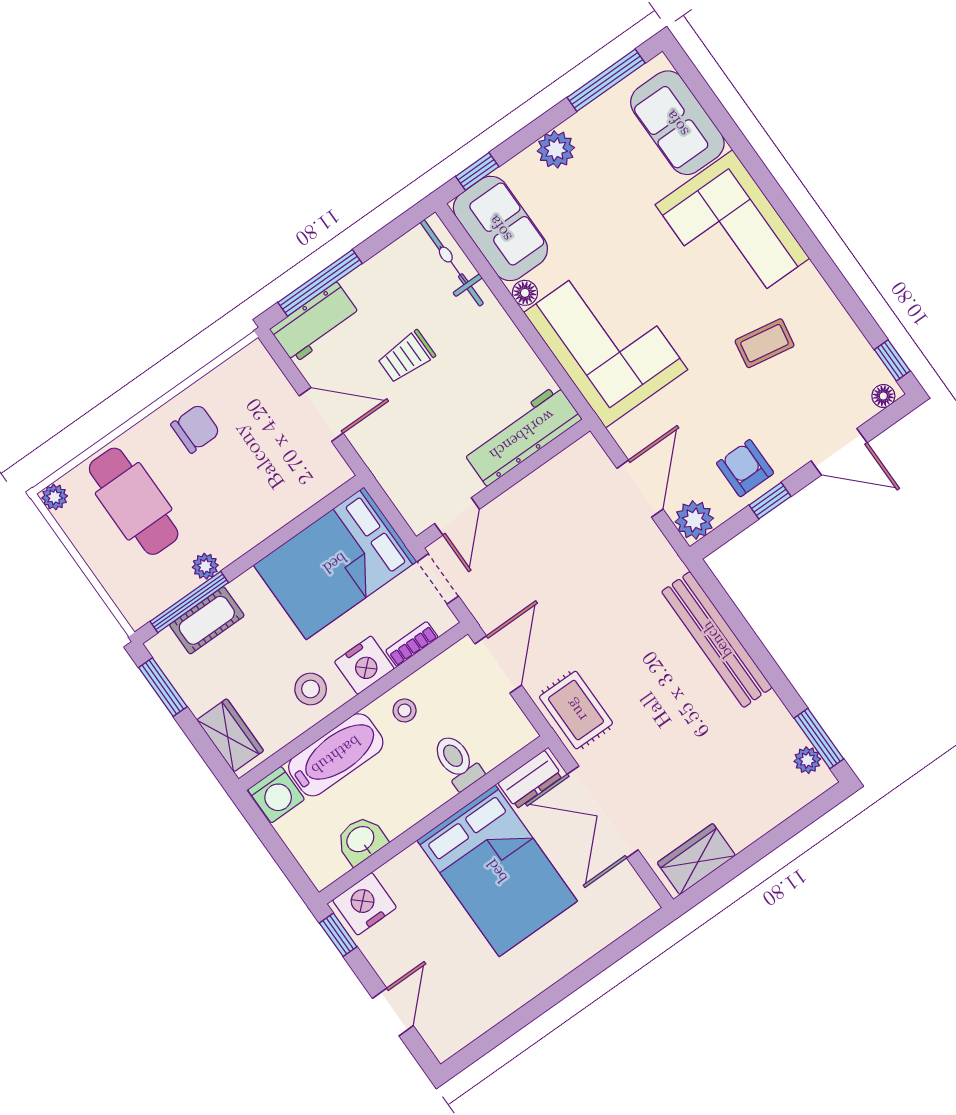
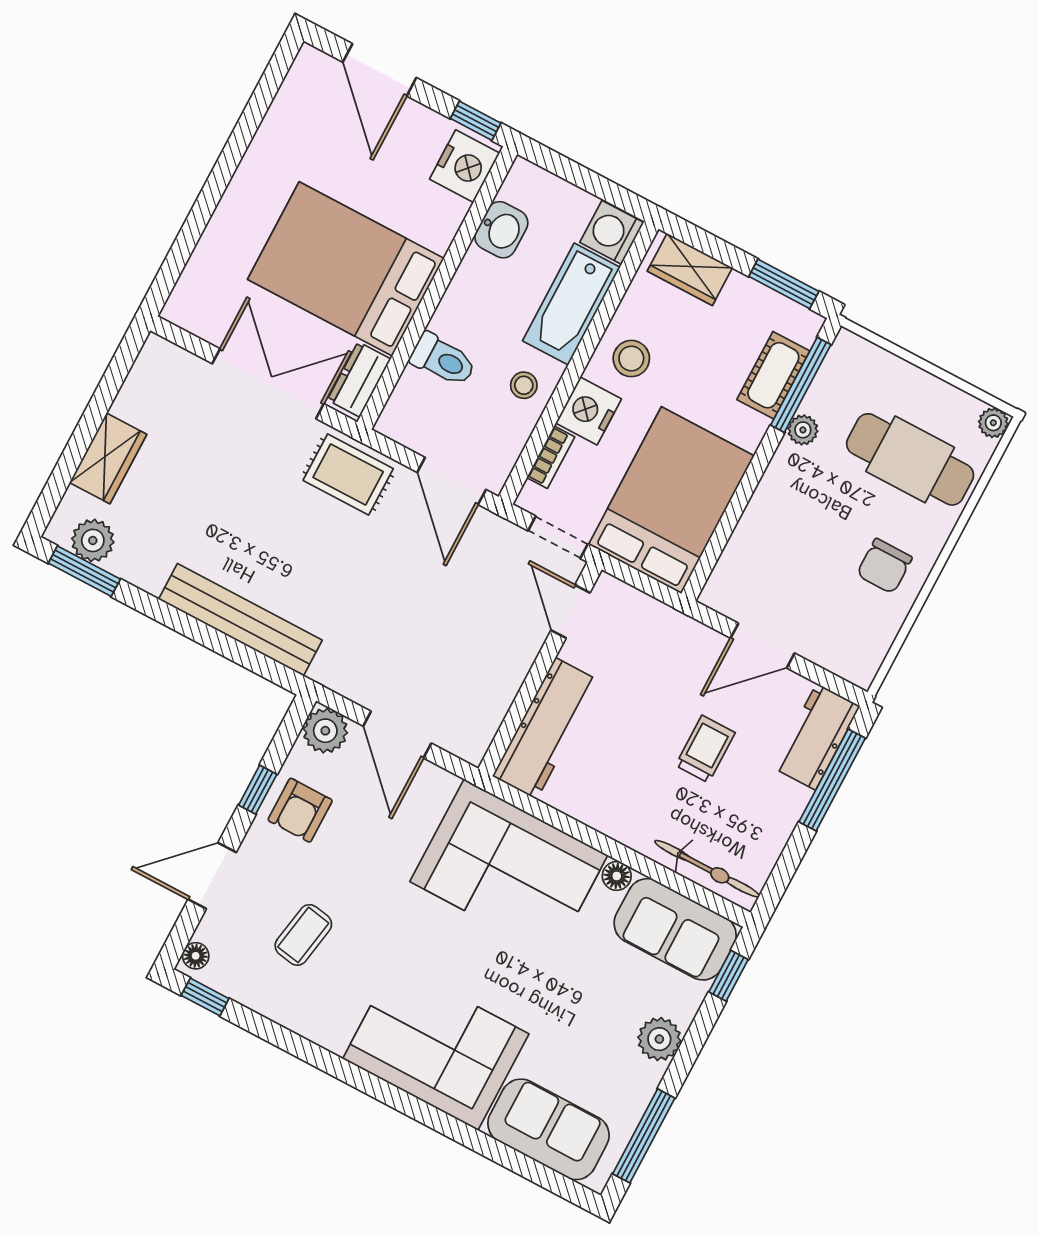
coffee table: (765, 343) -> (303, 935), moved
armchair: (745, 468) -> (300, 810), turned 90
plant: (807, 760) -> (93, 540), width x1.38, depth x1.38
wardrobe: (696, 859) -> (108, 458), moved
door: (393, 1012) -> (380, 70), width x1.38

